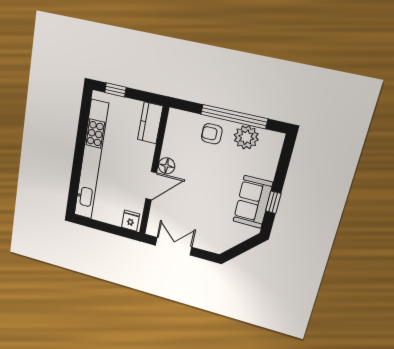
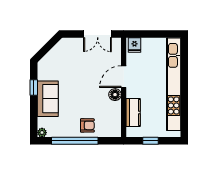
window: (115, 90) -> (151, 141), moved
kitchen counter: (150, 123) -> (133, 113), moved
plant: (246, 137) -> (42, 133), moved, width x0.53, depth x0.53
sofa: (253, 202) -> (48, 99), moved

